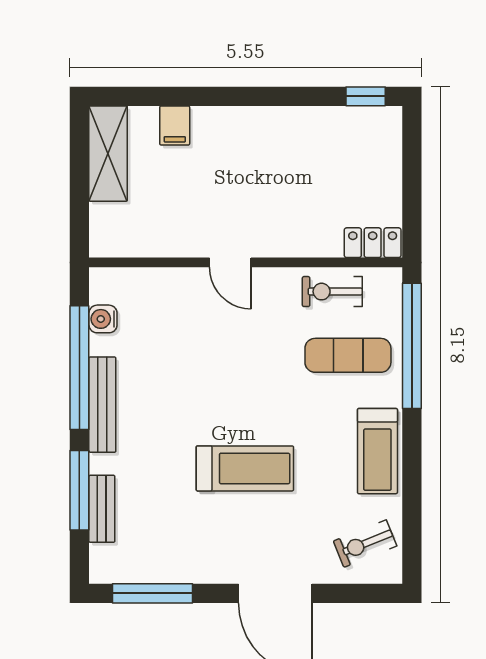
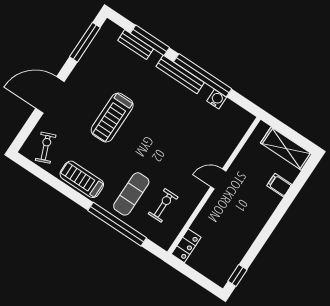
locker: (373, 243) -> (186, 246), moved
door: (230, 262) -> (218, 179), moved
wall: (246, 262) -> (214, 186), moved

